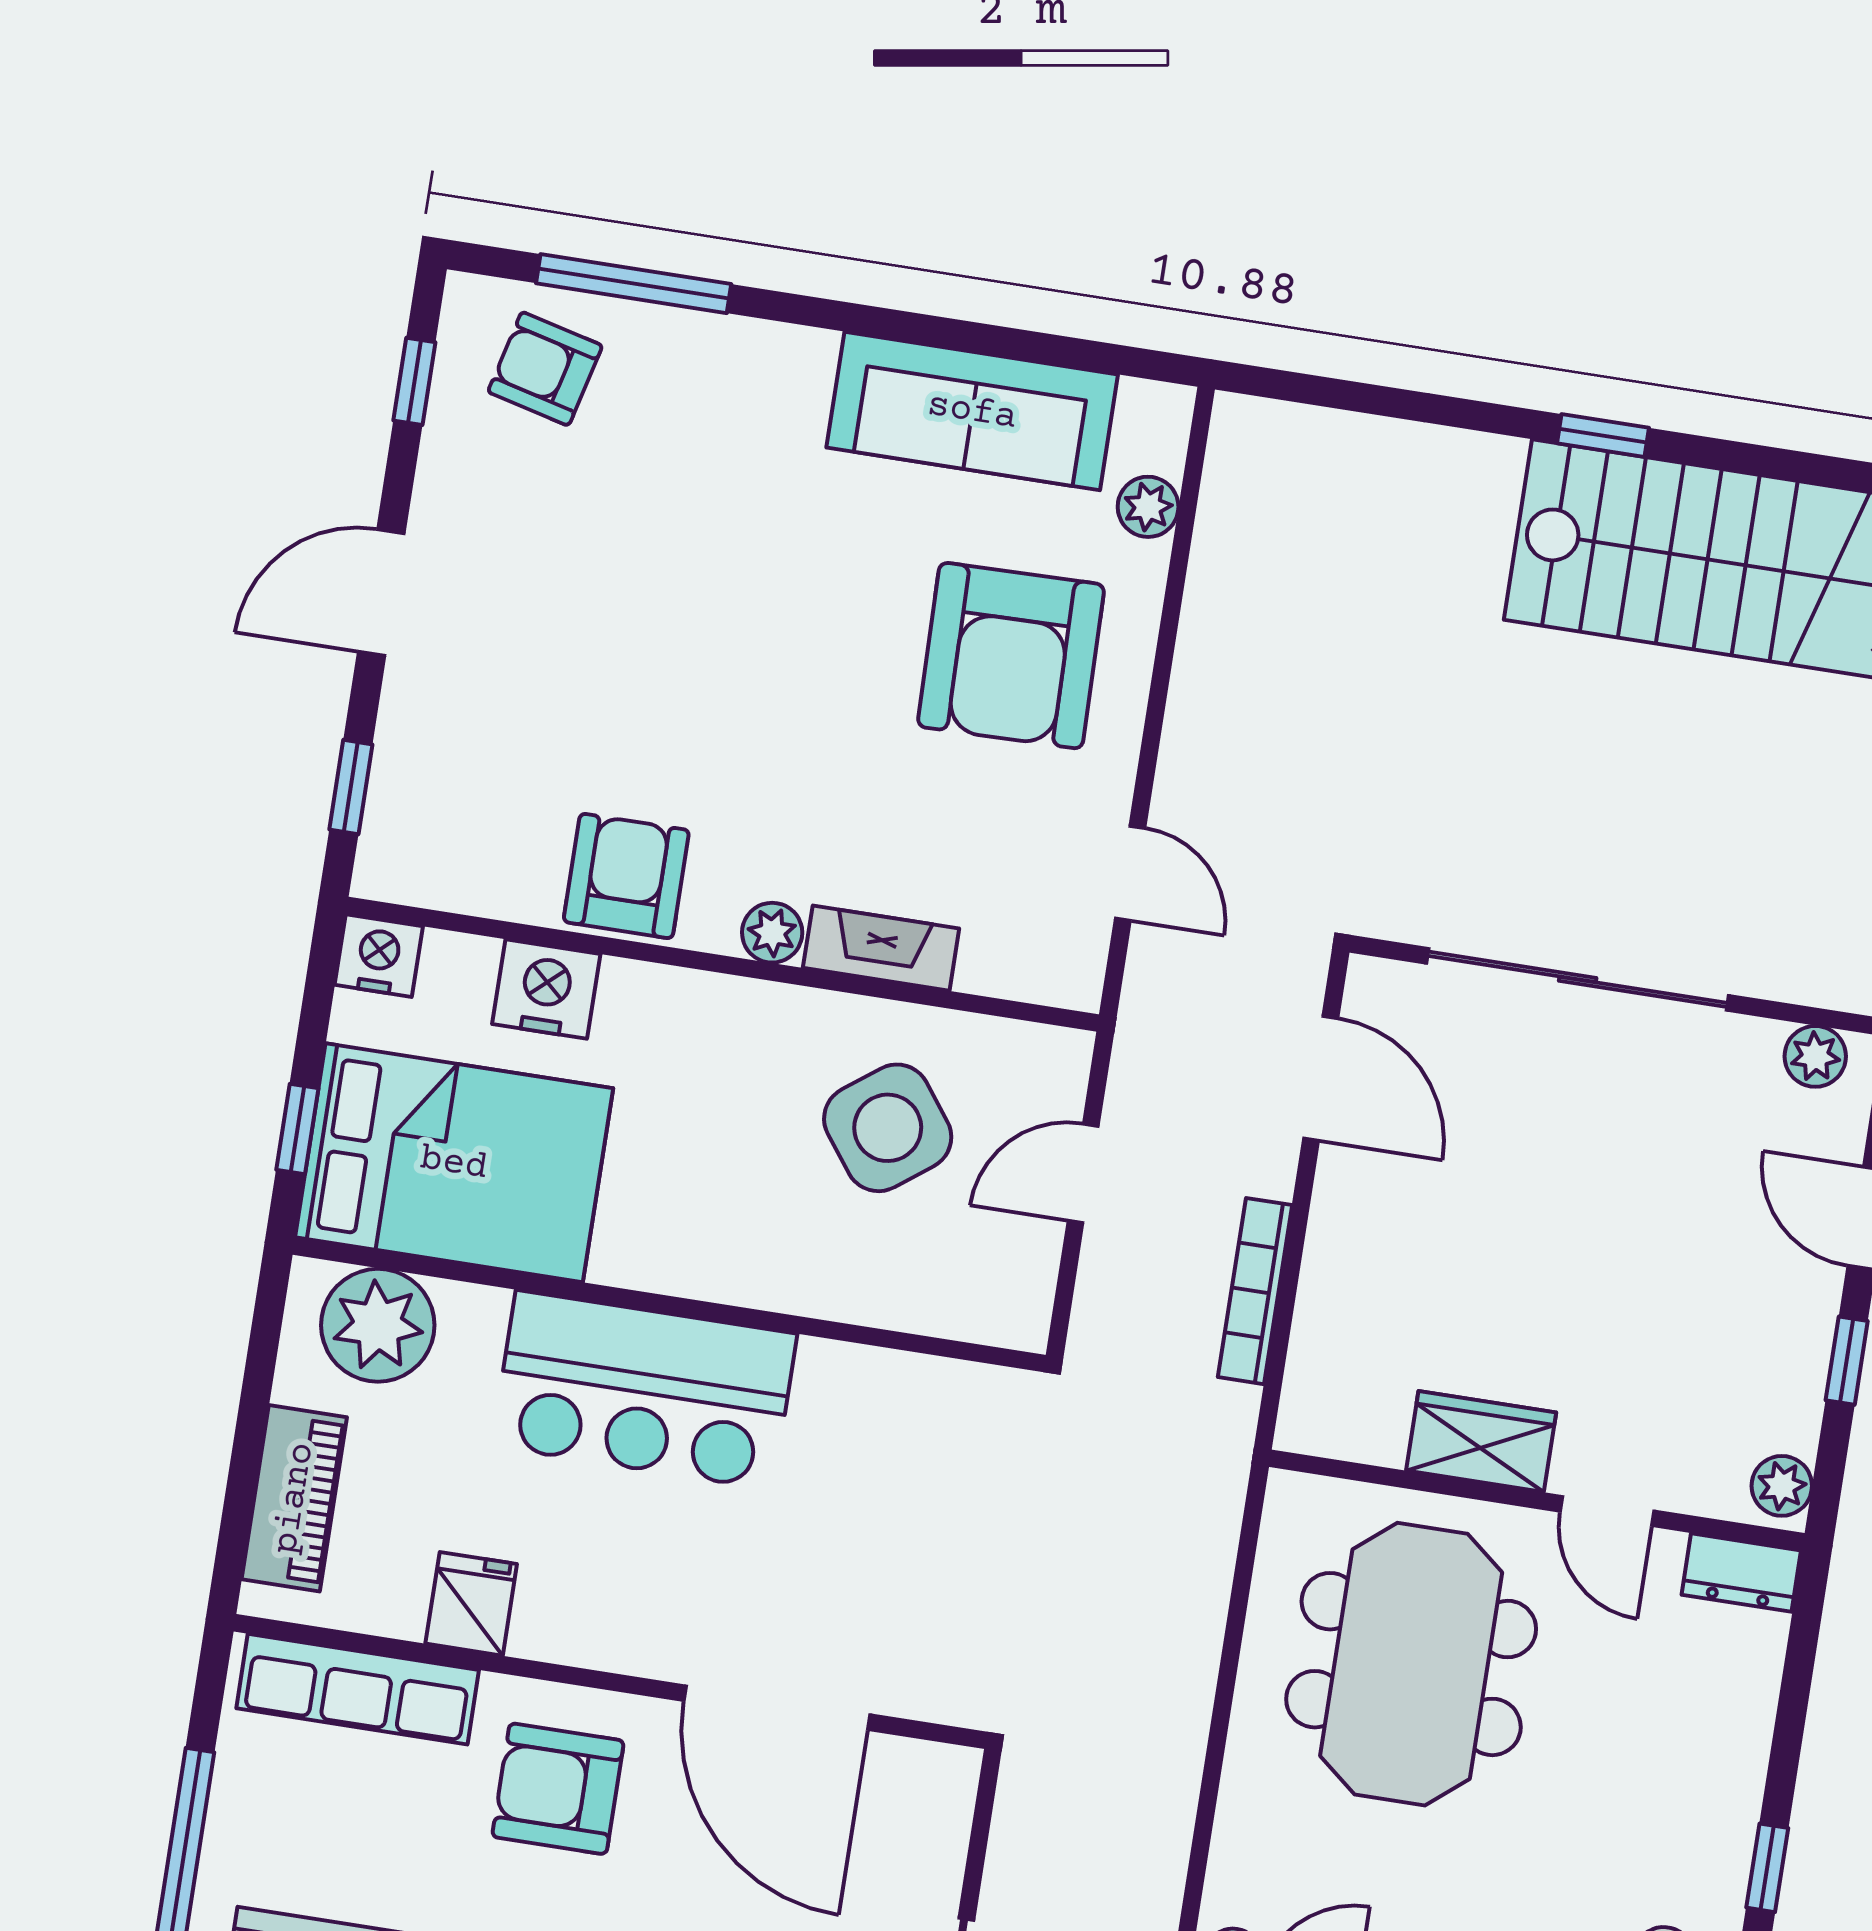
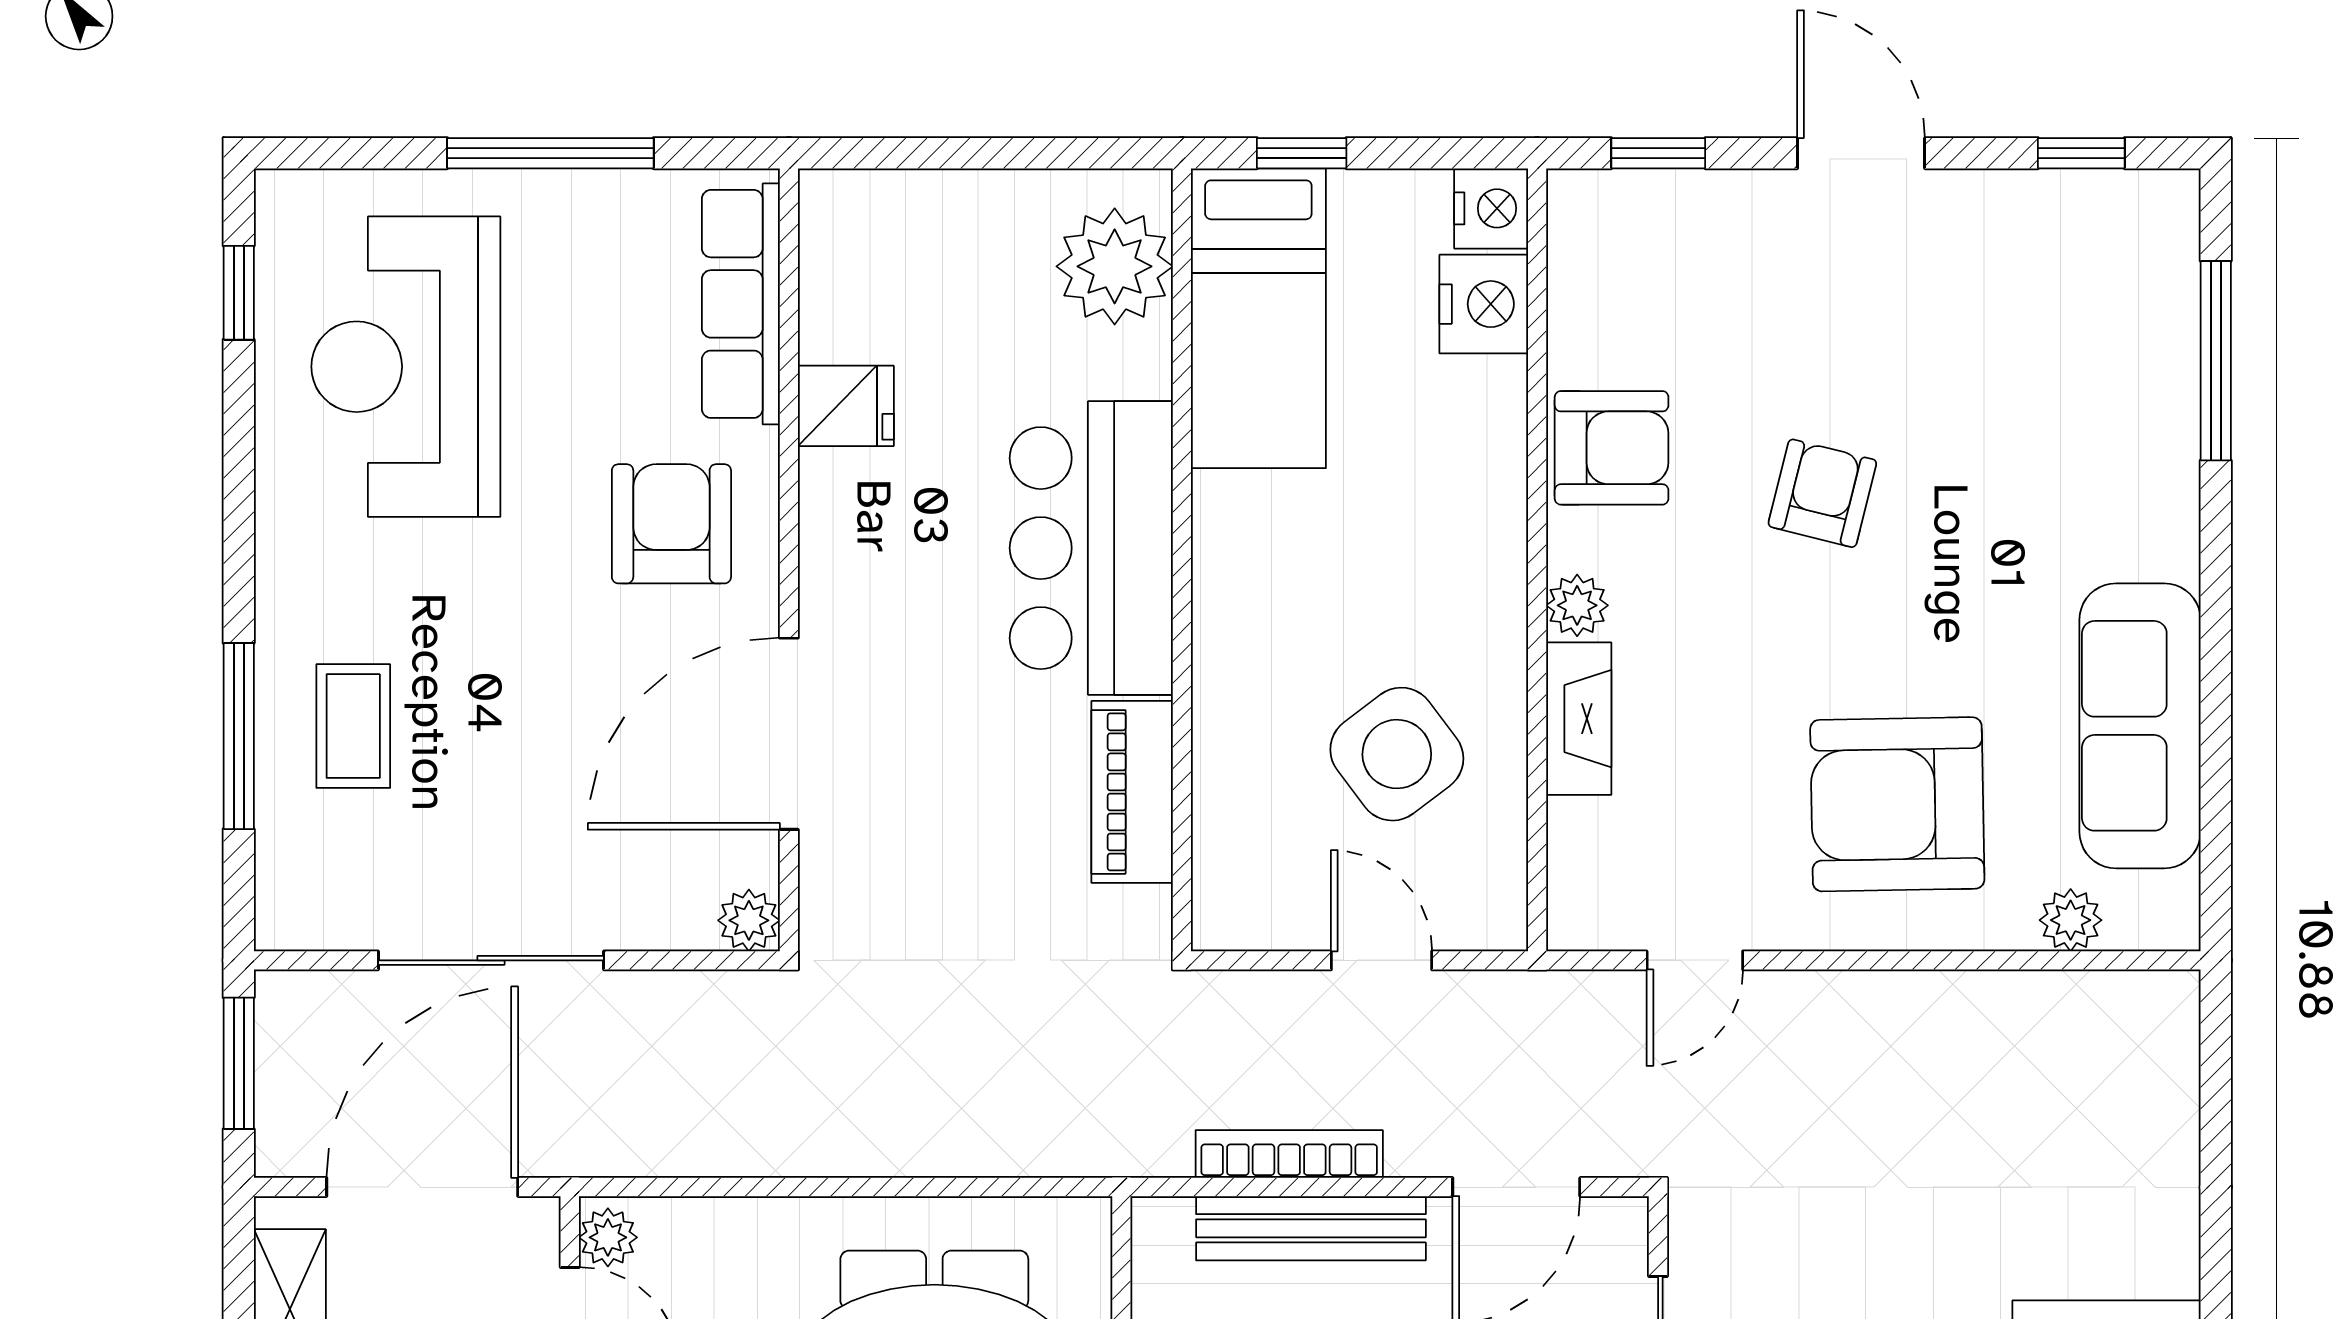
armchair: (545, 369) -> (1822, 493), moved
nightstand: (546, 989) -> (1484, 304), moved
bed: (454, 1163) -> (1258, 318), width x0.67
bench: (1329, 1281) -> (1311, 1228), added
piano: (294, 1498) -> (1132, 792), moved, turned 90
plant: (950, 1774) -> (749, 920), added

